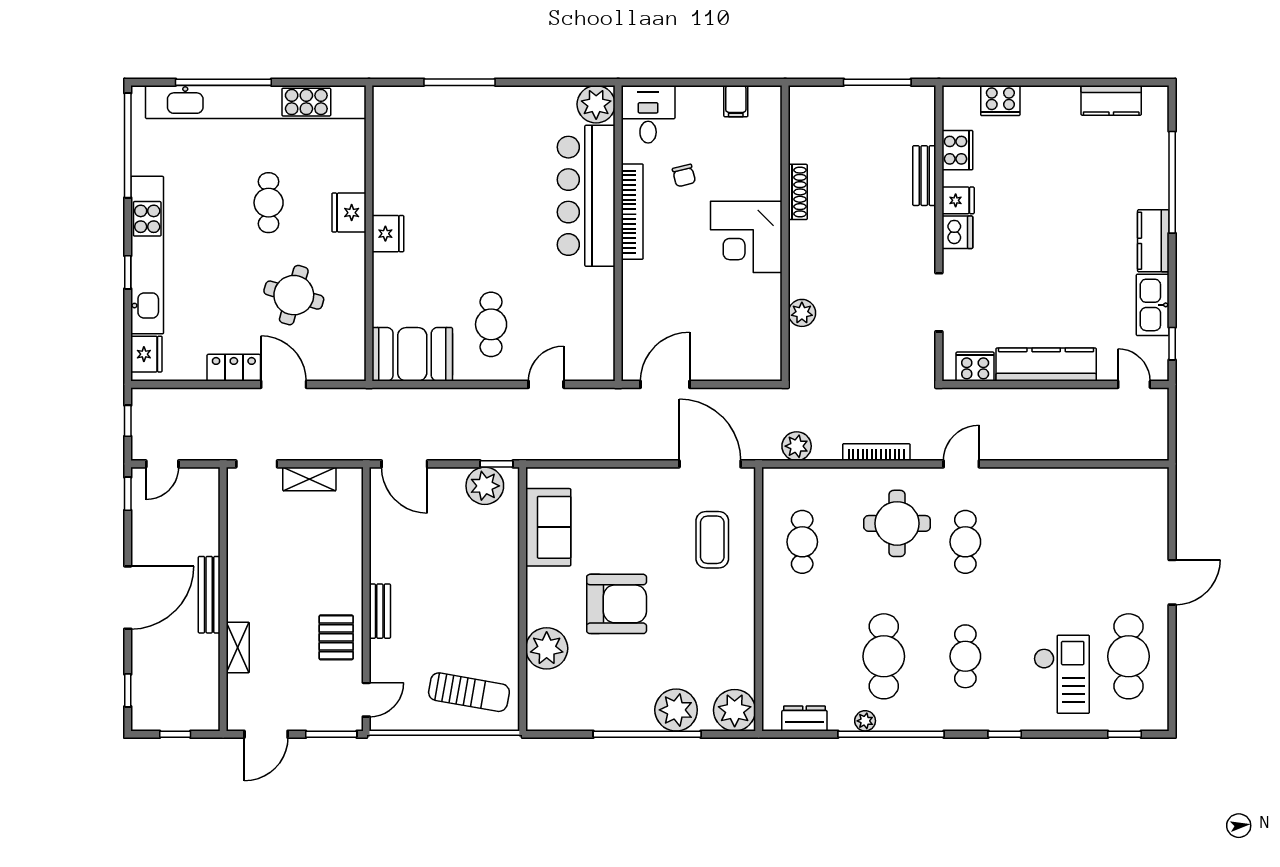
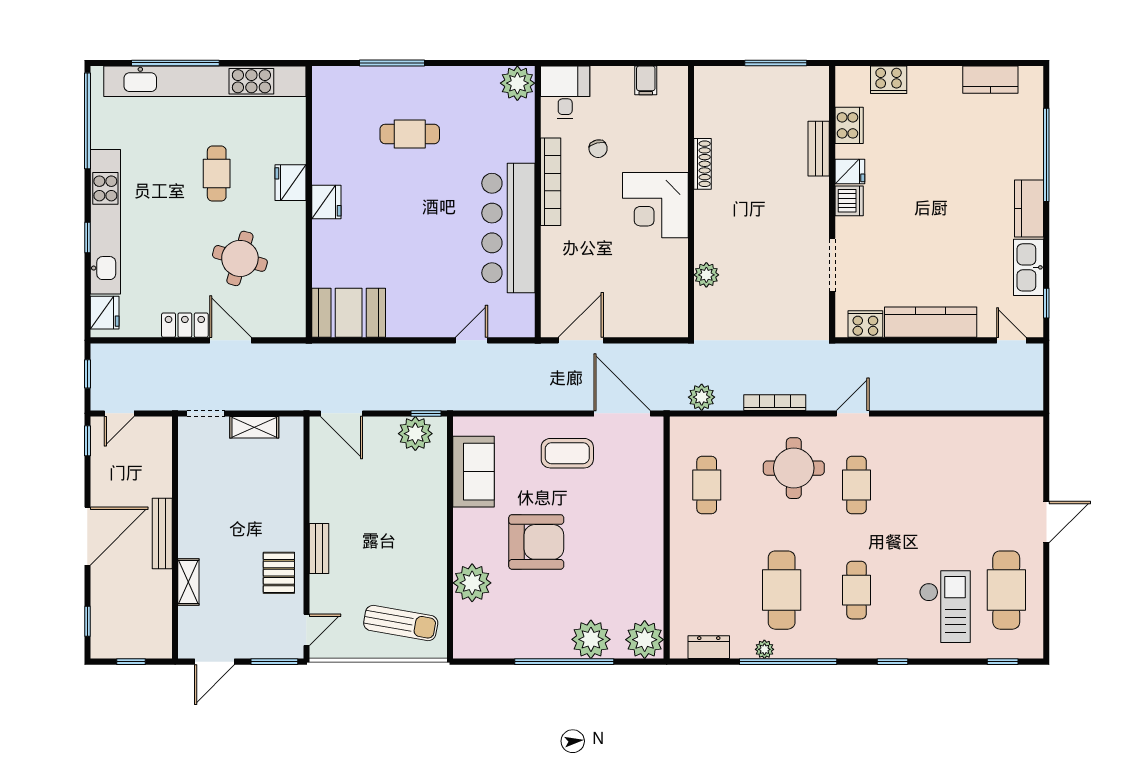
bar counter: (586, 196) -> (508, 228), moved
cafe table: (491, 324) -> (410, 134), moved, turned 90
coffee table: (712, 540) -> (567, 453), moved, turned 90

